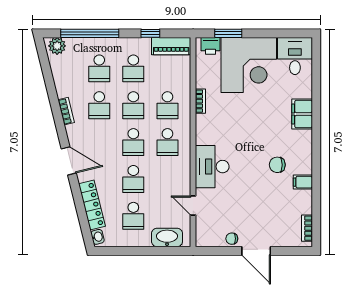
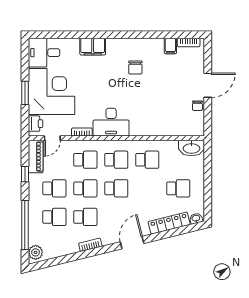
window: (228, 33) -> (25, 93), moved
desk: (212, 167) -> (111, 122), moved
school desk: (133, 179) -> (147, 160), moved
filing cabinet: (303, 182) -> (170, 46), moved
door: (193, 205) -> (52, 138), moved
washbasin: (167, 237) -> (191, 148), moved, turned -90

